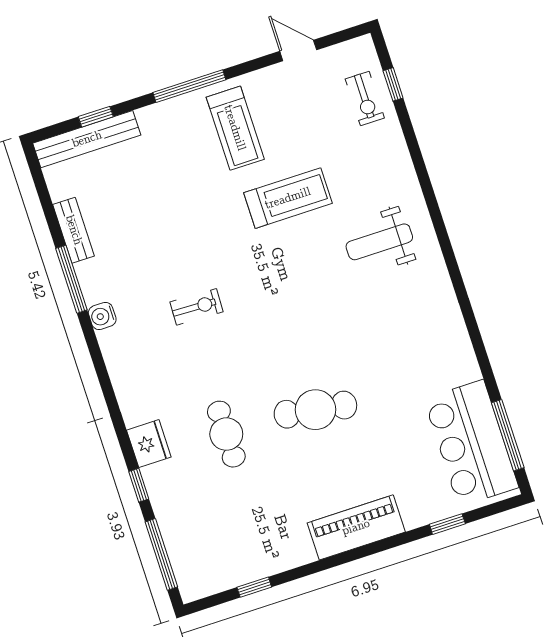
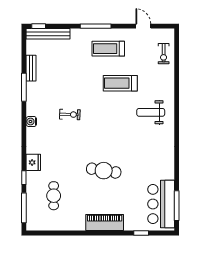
window: (393, 84) -> (177, 52), removed
window: (96, 117) -> (39, 26), moved
treadmill: (235, 128) -> (108, 49), turned 90
treadmill: (288, 198) -> (120, 83), turned 180
water cooler: (102, 316) -> (31, 122), moved
cafe table: (226, 434) -> (54, 196), moved
window: (254, 587) -> (56, 233), removed

